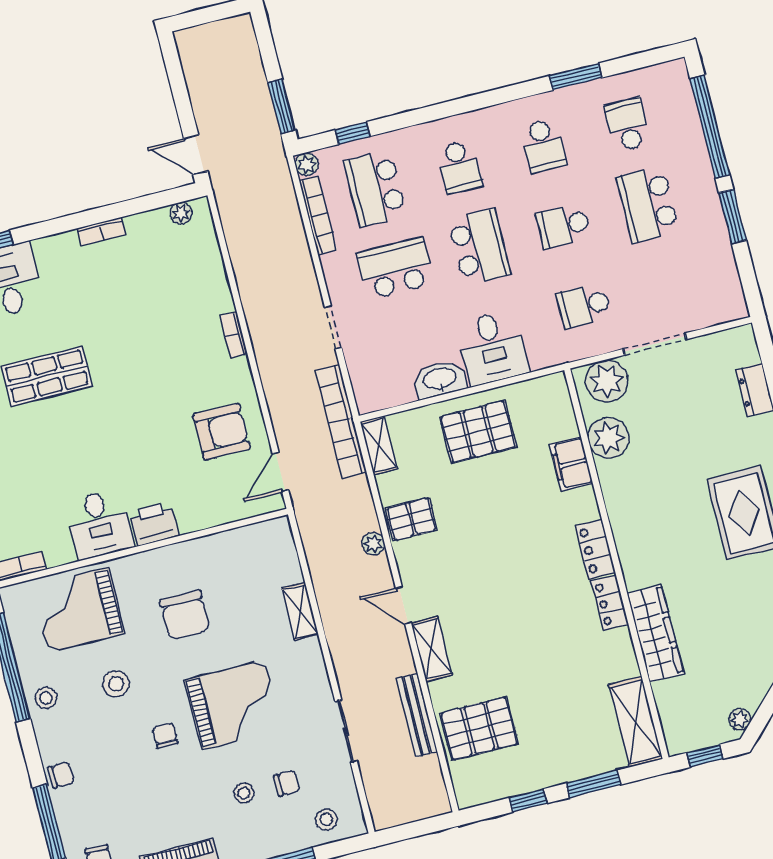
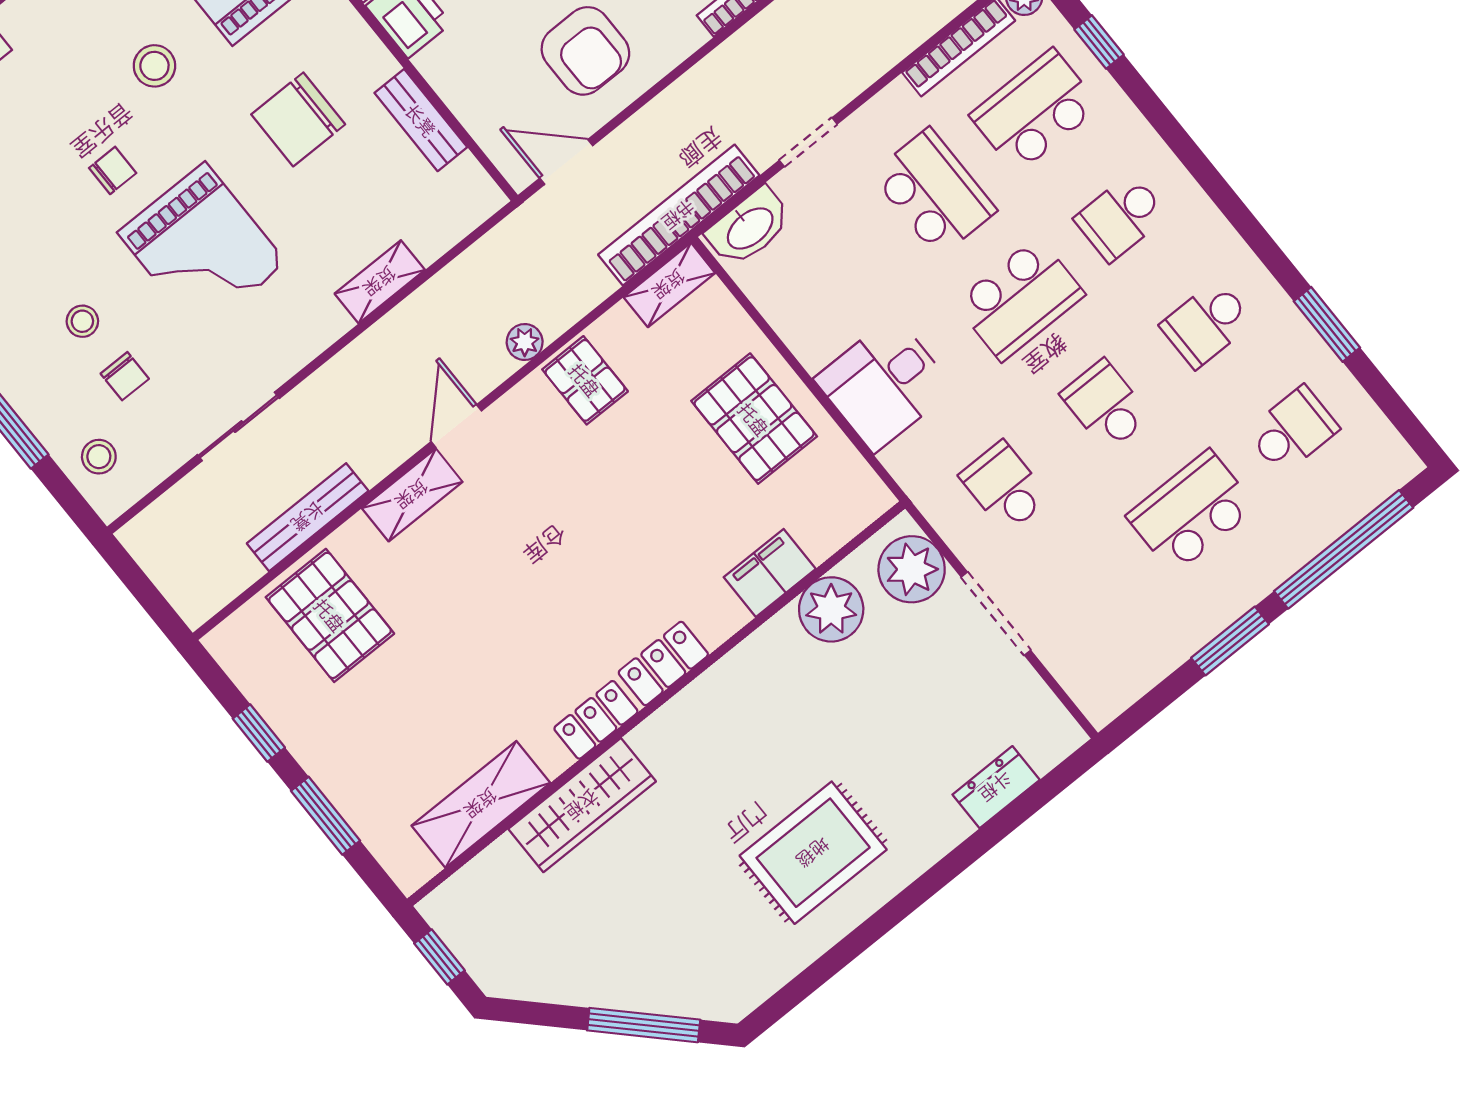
washbasin: (440, 379) -> (749, 227), moved, turned 90
bench: (218, 545) -> (421, 120), added
plant: (740, 719) -> (515, 983), removed
shelving: (636, 722) -> (481, 804), moved

